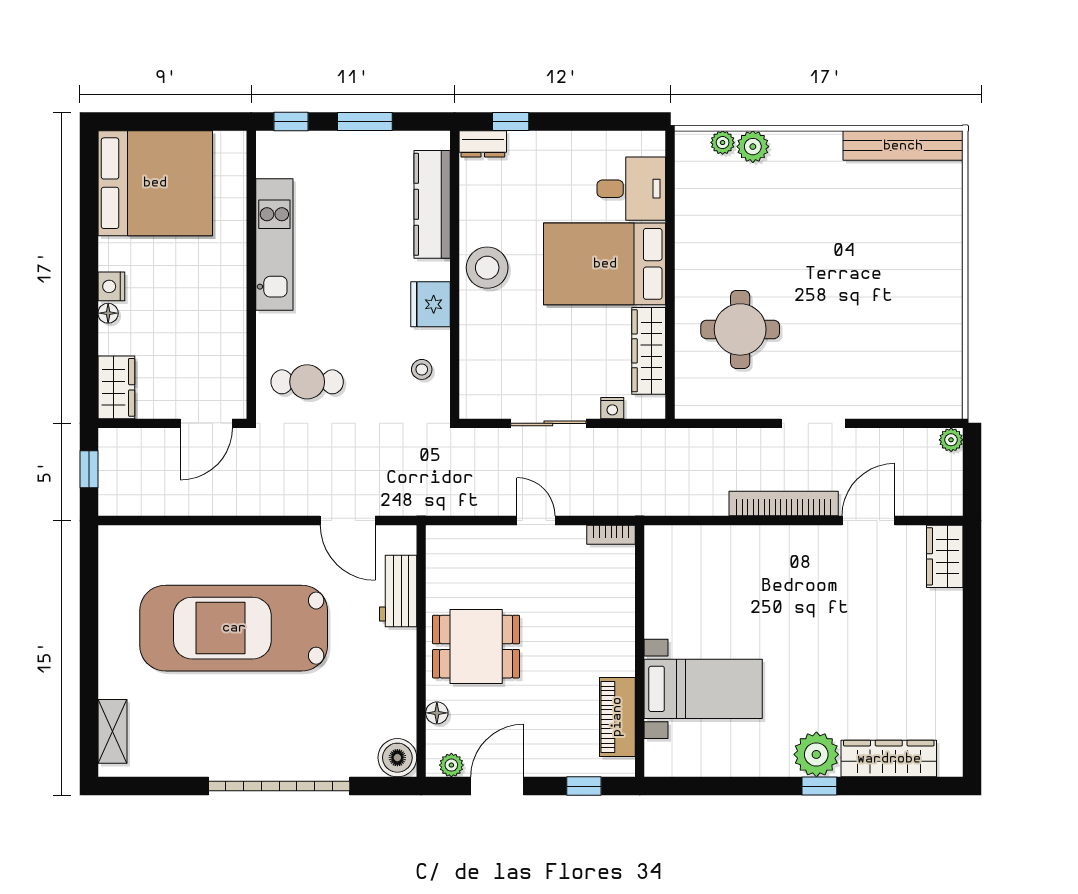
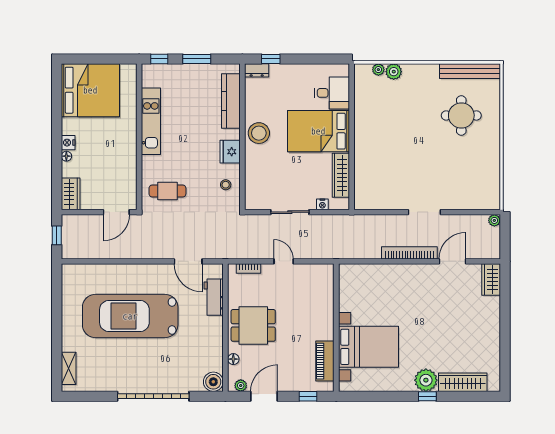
round table: (740, 329) -> (461, 115), moved
bookcase: (611, 535) -> (249, 269), moved
bed with nightstands: (703, 689) -> (368, 347), width x1.36

